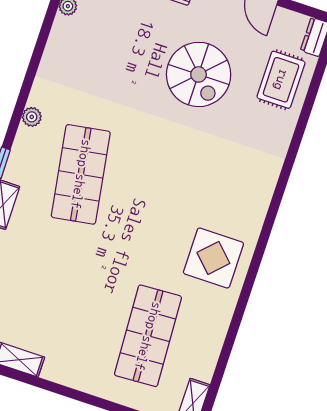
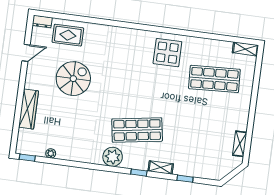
plant: (32, 117) -> (113, 157), width x1.87, depth x1.87

